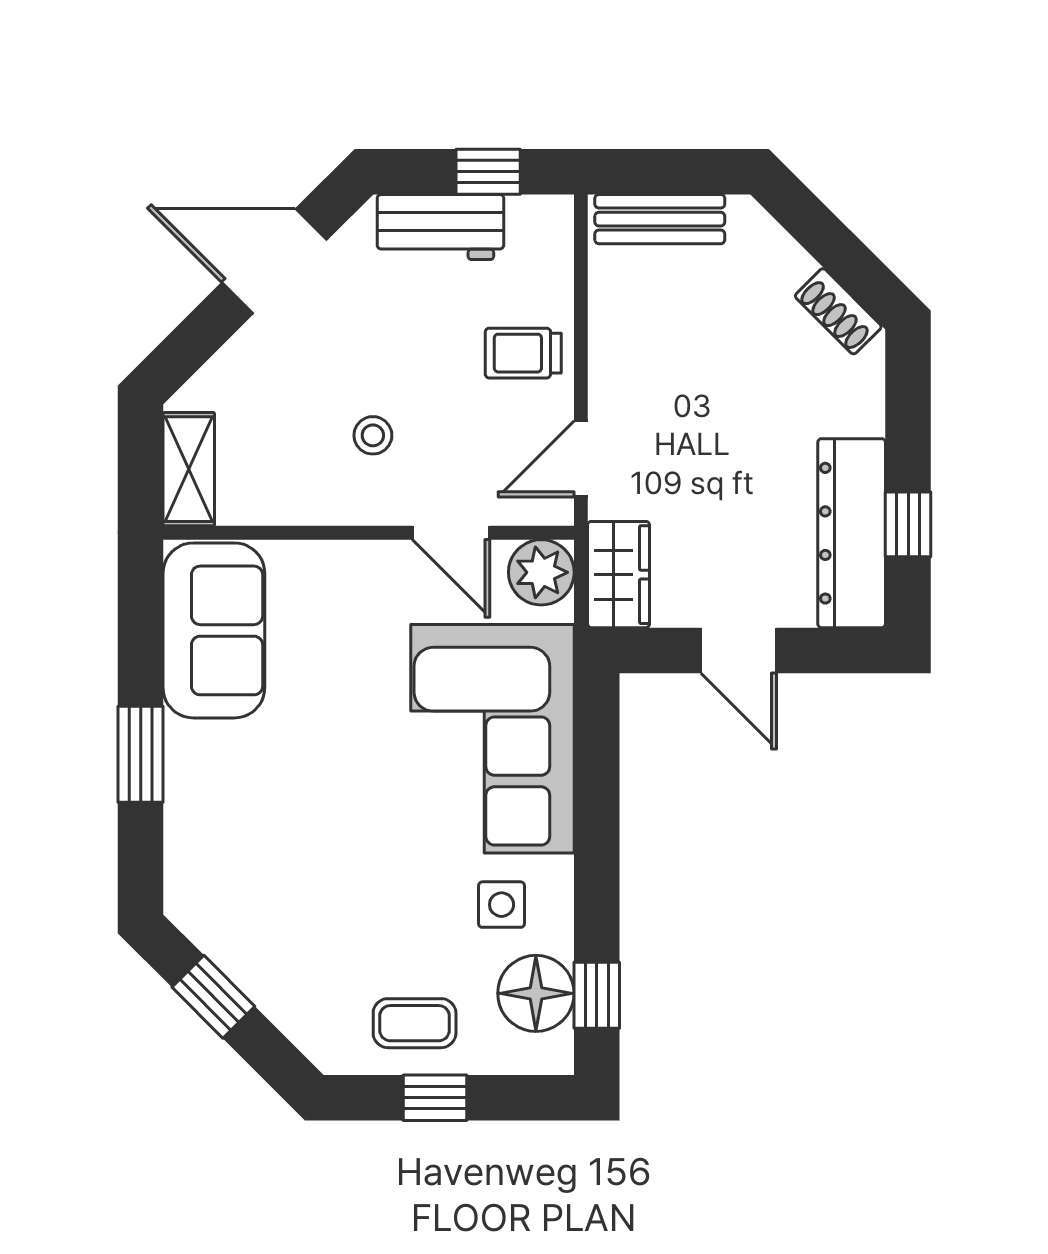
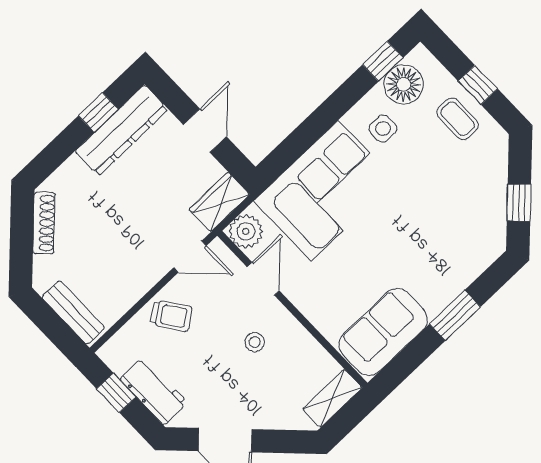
shoe rack: (838, 311) -> (44, 223), width x1.43
trolley: (523, 353) -> (171, 316), turned -35

